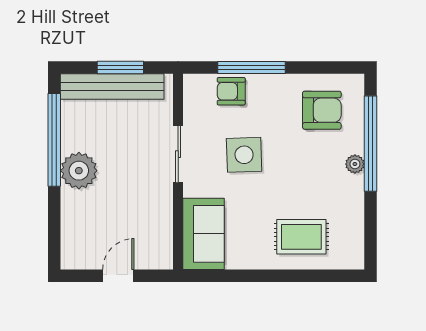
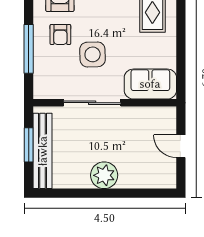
armchair: (231, 91) -> (60, 35), moved
window: (54, 140) -> (82, 193), removed
sliding door: (178, 154) -> (92, 103), width x1.37

